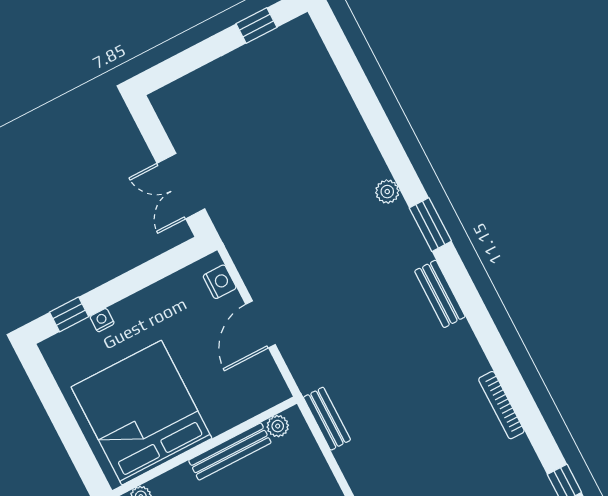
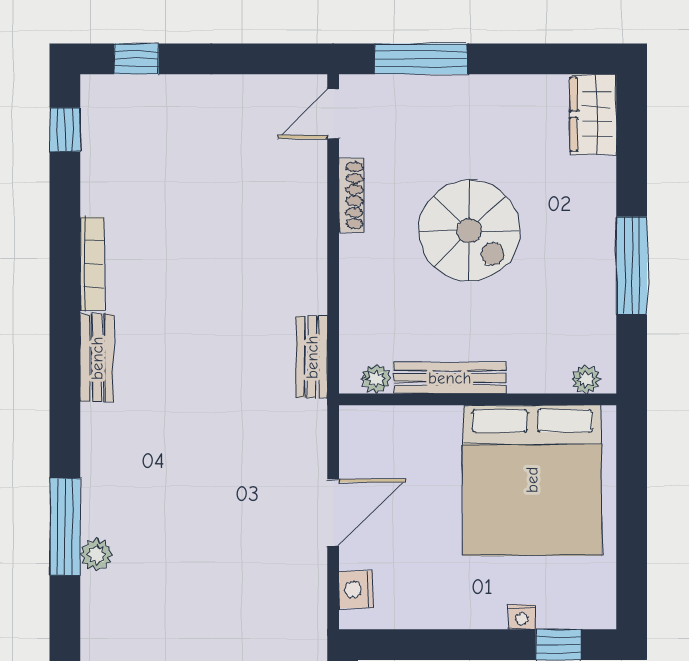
plant: (387, 192) -> (96, 555), moved
window: (430, 225) -> (65, 527), width x1.44
bench: (440, 294) -> (97, 358), moved

